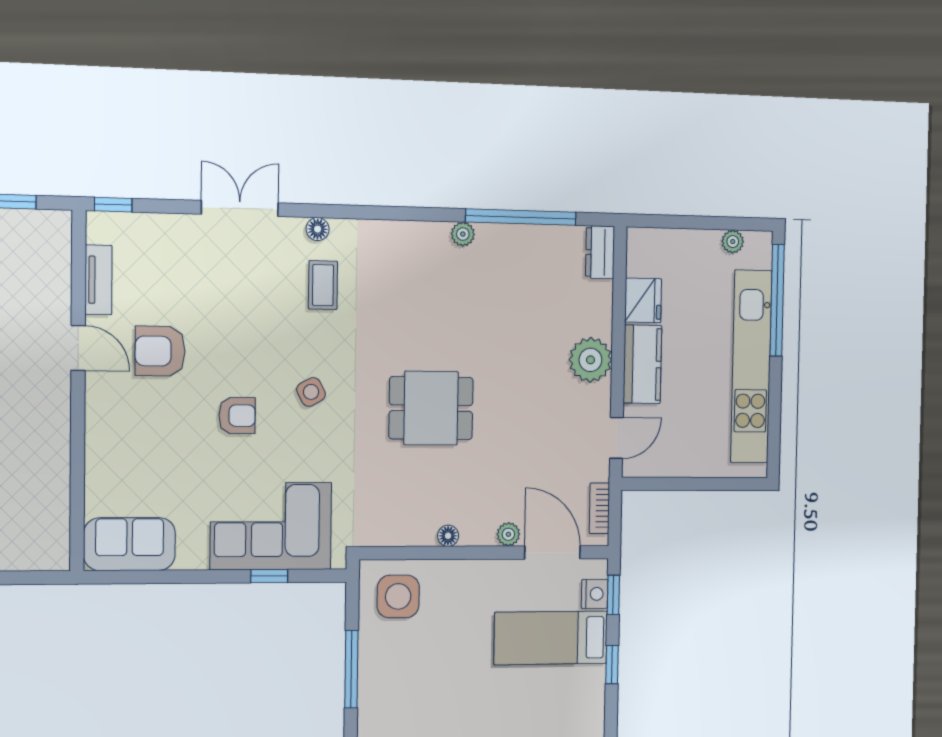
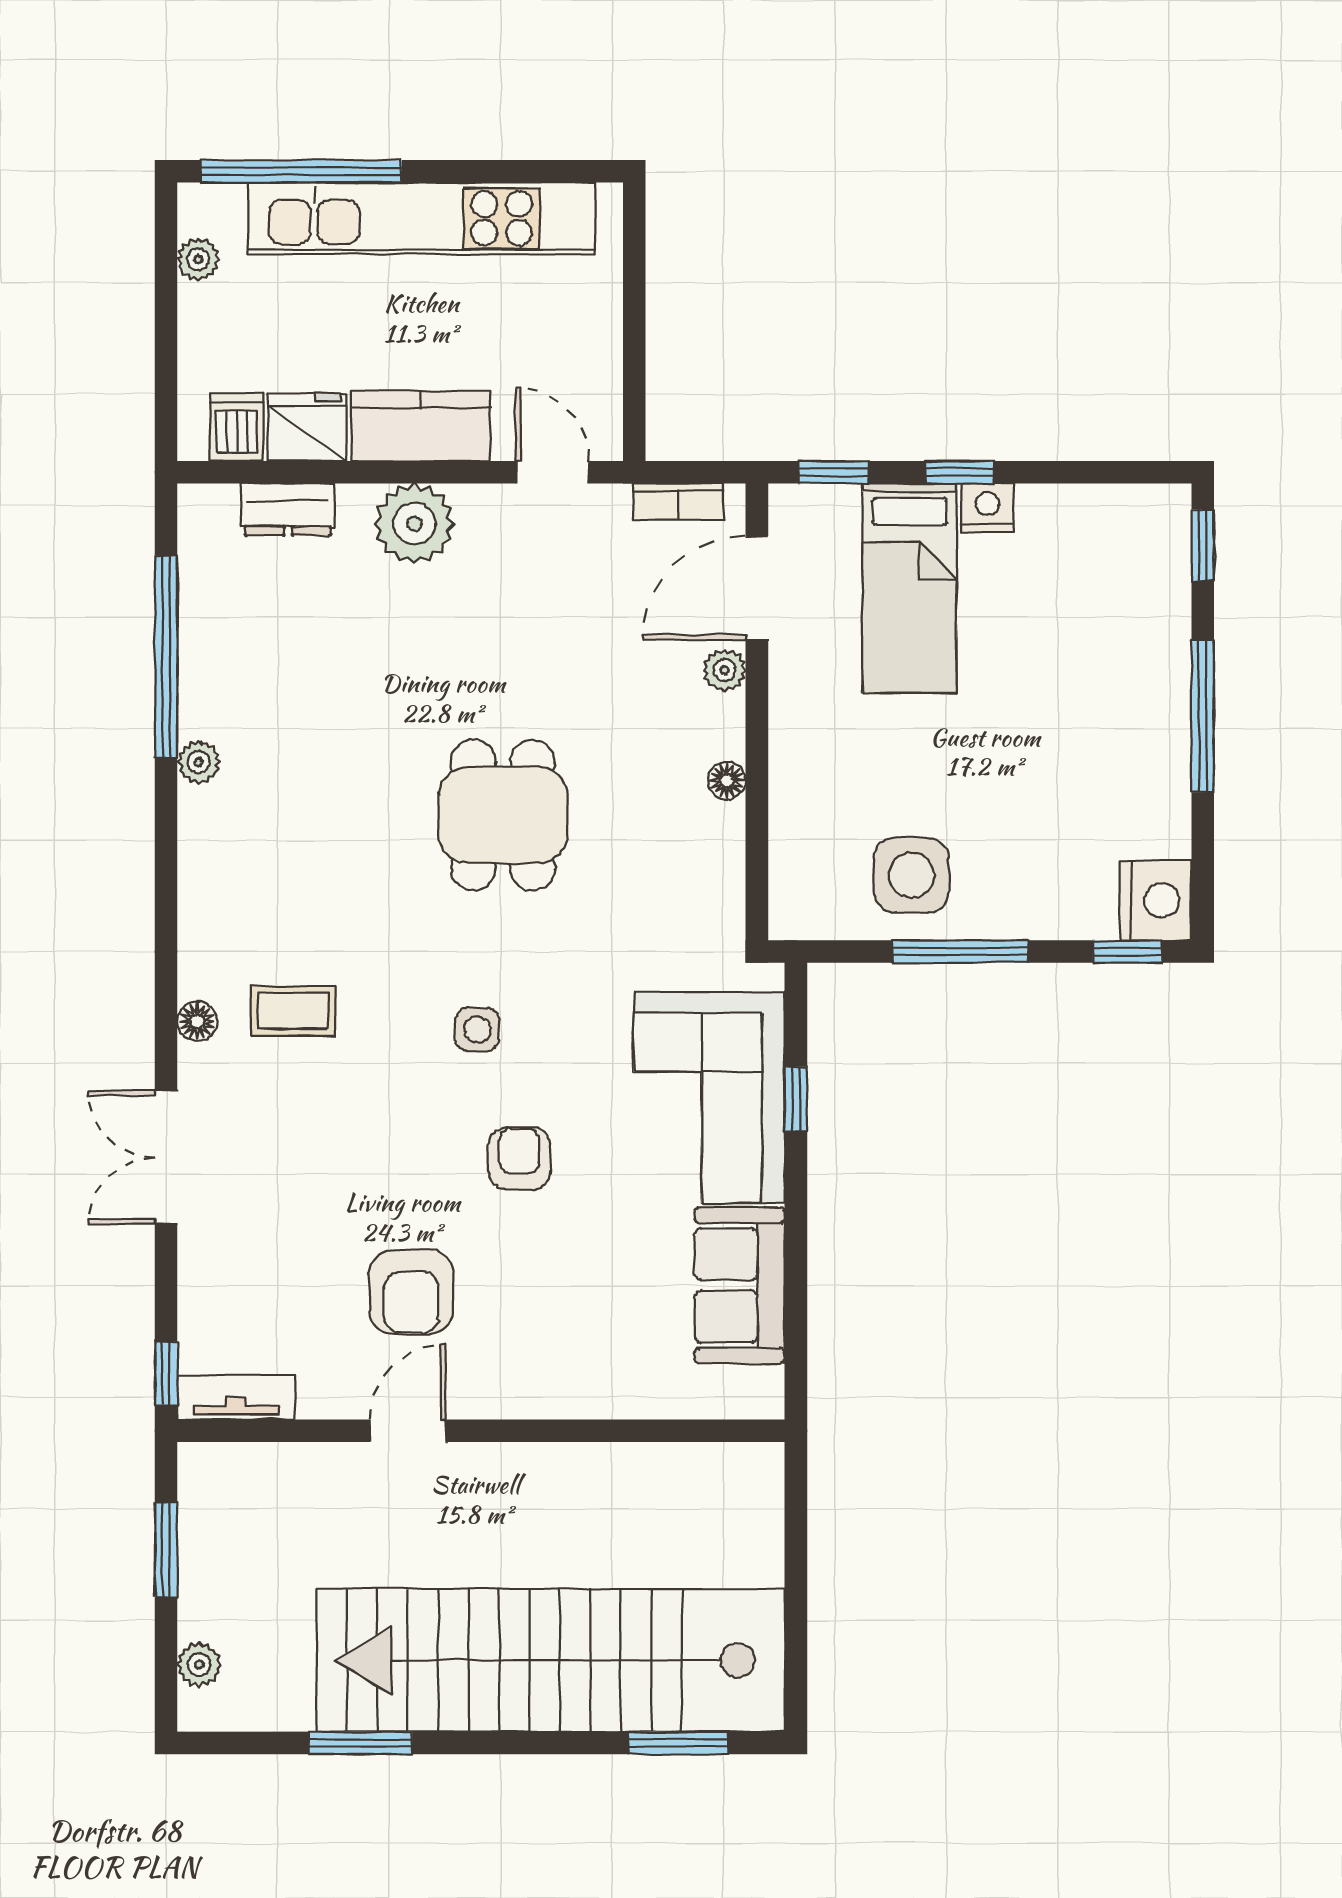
dresser: (600, 252) -> (288, 510), moved
dishwasher: (644, 261) -> (237, 427), added
tv unit: (99, 280) -> (236, 1397), moved
side table: (311, 392) -> (477, 1029), turned 30
sofa: (130, 544) -> (740, 1285), moved
nightstand: (595, 594) -> (987, 508), moved
side table: (398, 596) -> (911, 875), moved

